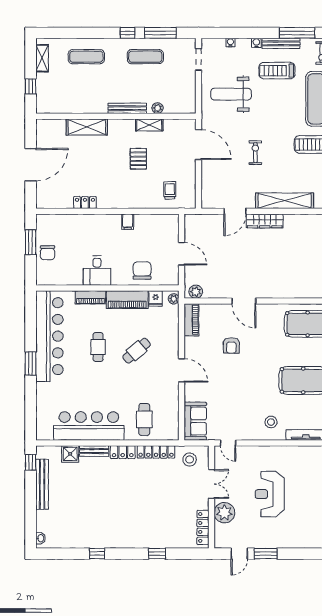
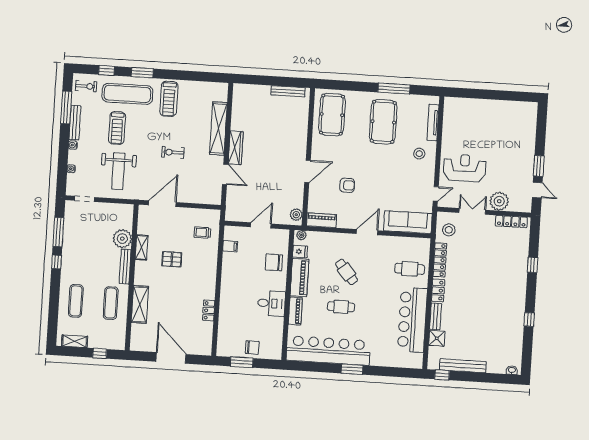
exercise mat: (145, 57) -> (111, 303), moved
treadmill: (277, 71) -> (117, 128), moved
plant: (158, 108) -> (122, 239), width x1.88, depth x1.88
filing cabinet: (128, 222) -> (230, 246), moved
sofa: (195, 421) -> (408, 222), width x1.36
reception desk: (270, 494) -> (465, 168), moved, turned 180

